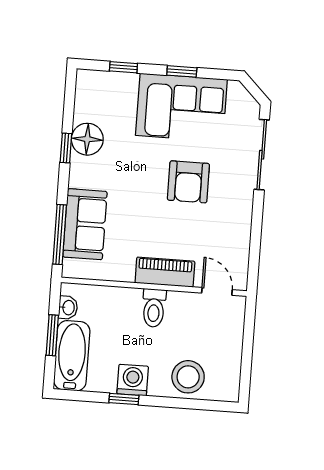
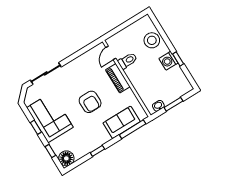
floor lamp: (87, 139) -> (66, 158), moved
armchair: (188, 182) -> (90, 102), moved, turned 90
toilet: (154, 308) -> (127, 61), moved
bathtub: (72, 356) -> (176, 91), removed

